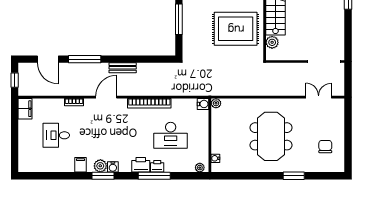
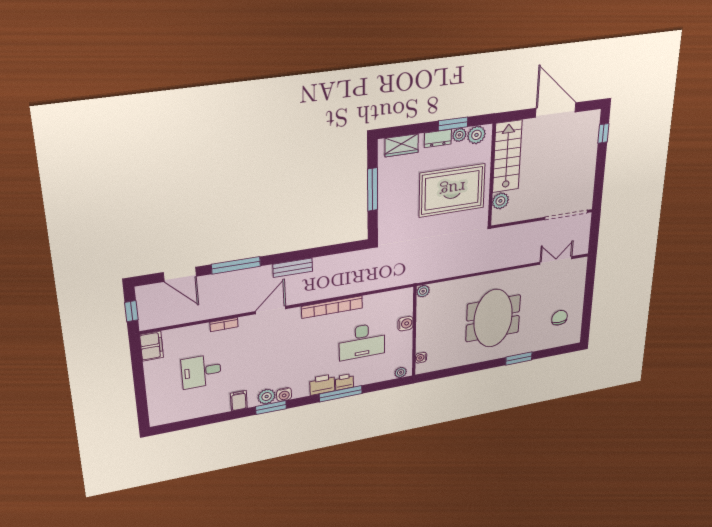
water cooler: (203, 104) -> (405, 324), moved

